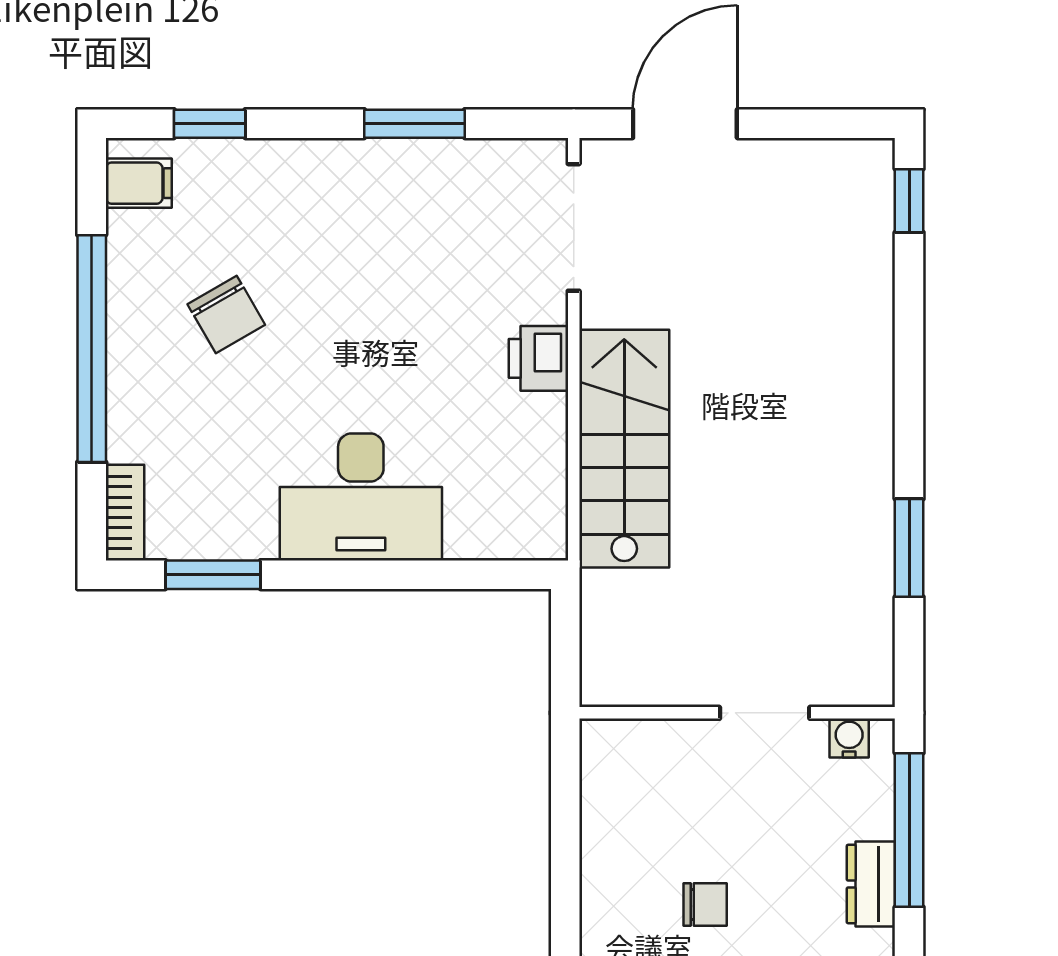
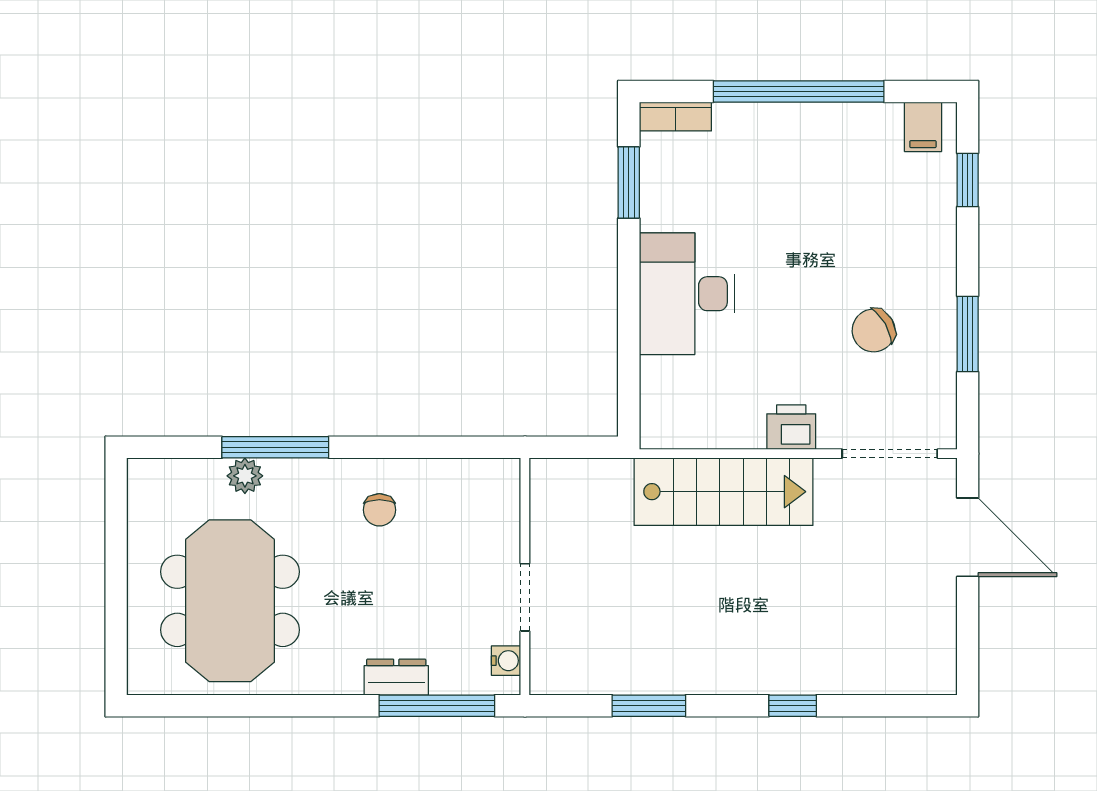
window: (909, 201) -> (793, 706), moved
chair: (226, 315) -> (874, 330), moved
chair: (705, 905) -> (379, 510), moved

